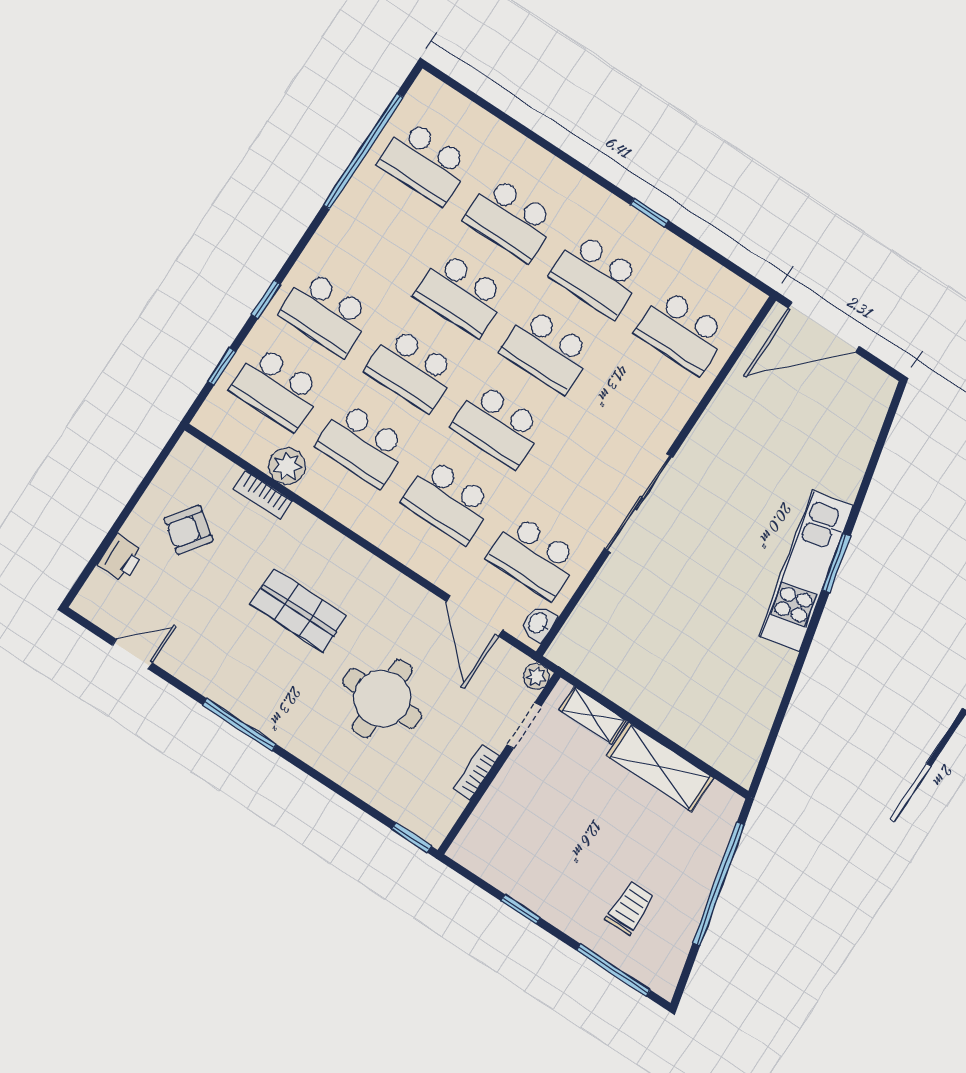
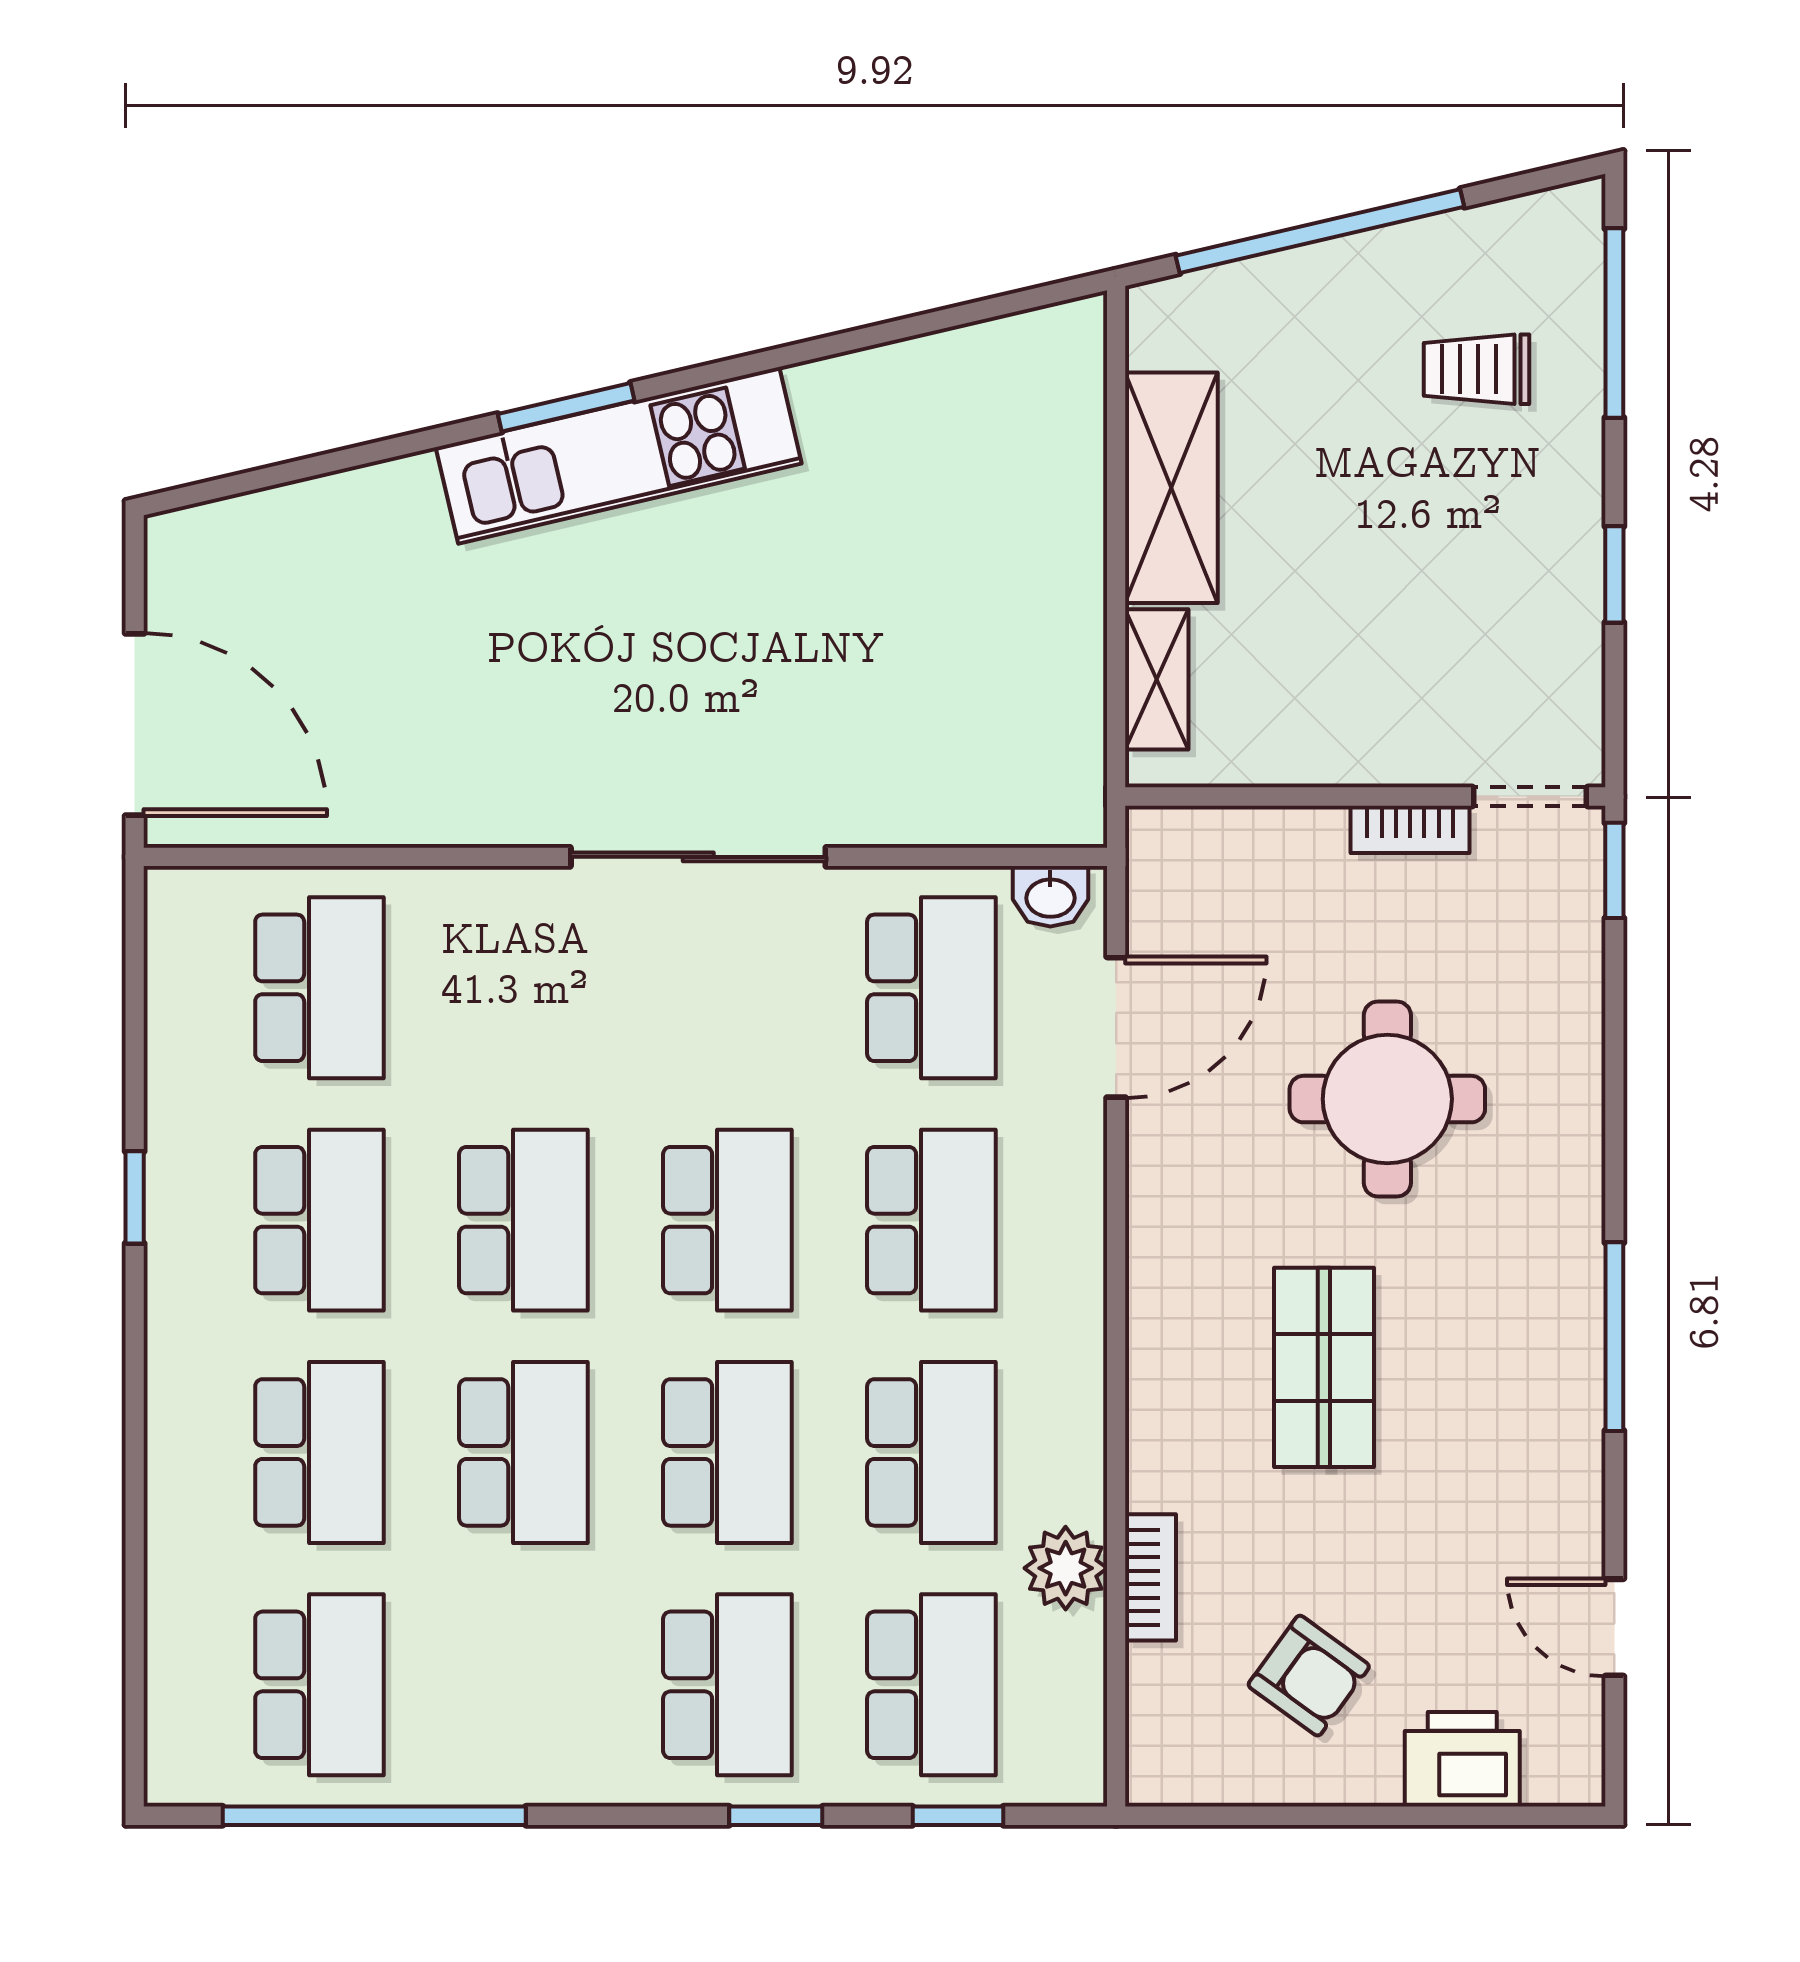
printer: (121, 558) -> (1462, 1759), width x1.36, depth x1.24
plant: (536, 677) -> (1154, 835), removed
doorway: (524, 725) -> (1530, 797), moved

